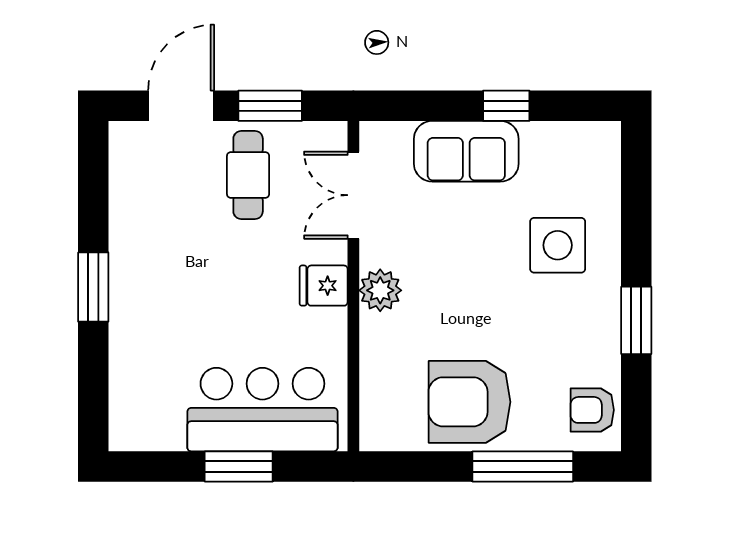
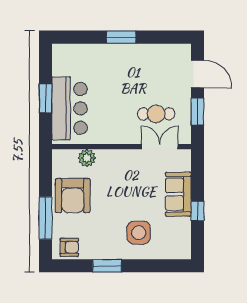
cafe table: (248, 175) -> (156, 114), moved
fridge: (324, 286) -> (122, 134), removed
plant: (380, 290) -> (87, 158), moved
armchair: (470, 402) -> (73, 196), turned 180
armchair: (592, 410) -> (69, 247), turned 90

